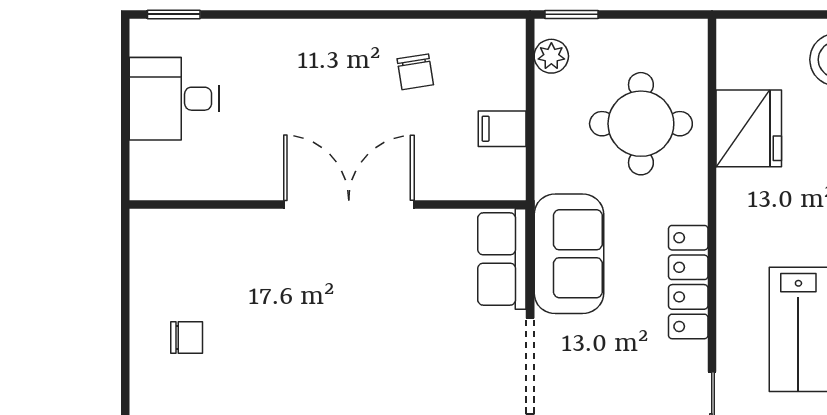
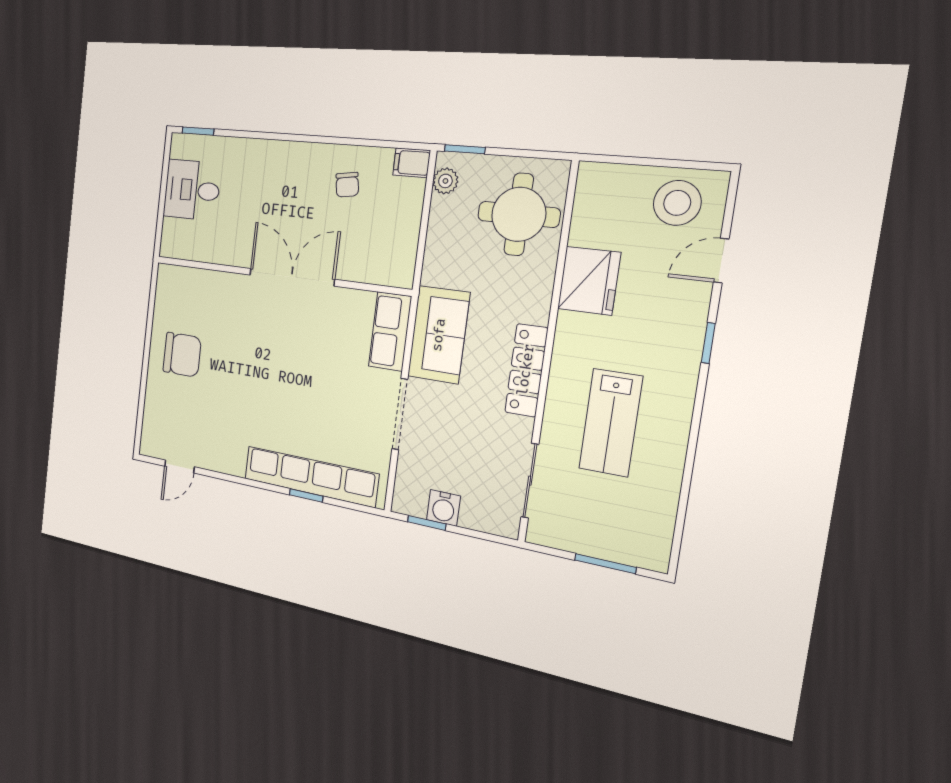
round table: (641, 124) -> (519, 214), moved
fridge: (749, 128) -> (589, 281), moved
filing cabinet: (502, 129) -> (412, 163), moved
chair: (187, 338) -> (182, 355), width x1.87, depth x1.87

